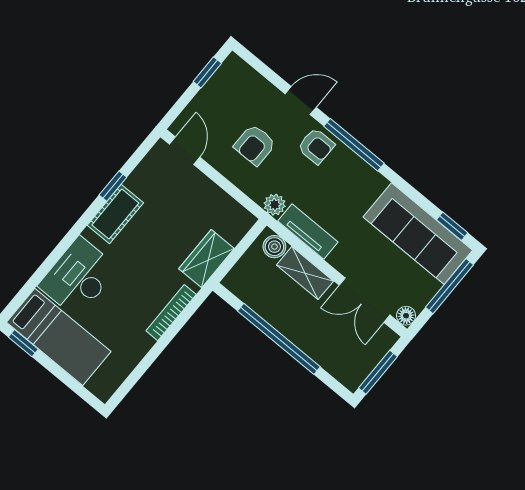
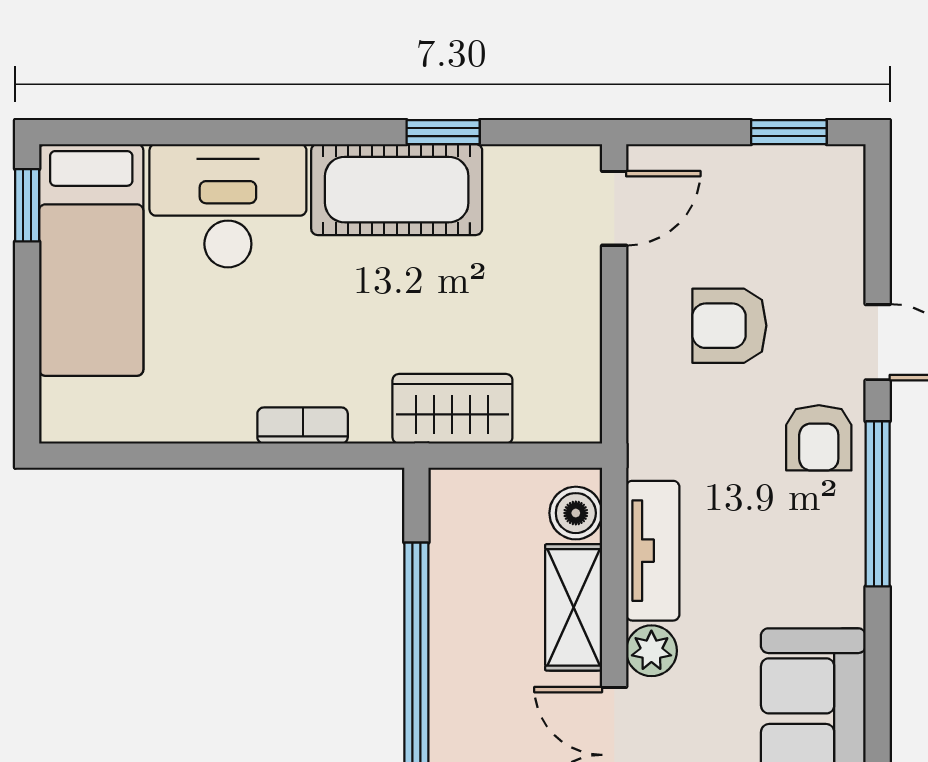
plant: (275, 205) -> (651, 651), moved
cot: (115, 214) -> (397, 190), width x1.37, depth x1.34
bookcase: (171, 313) -> (303, 426), width x0.64

